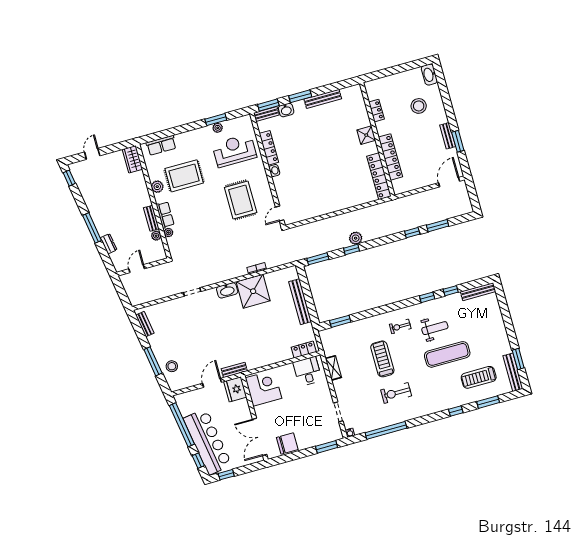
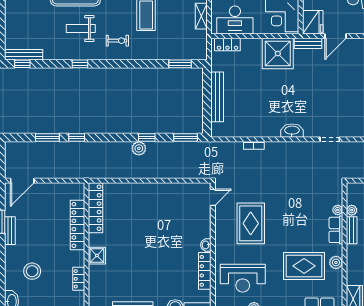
shower: (253, 291) -> (278, 54), moved
window: (451, 291) -> (22, 64), moved
desk: (307, 371) -> (235, 20), width x1.37

